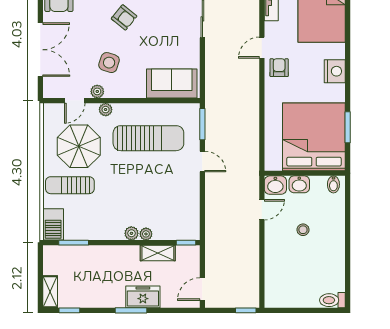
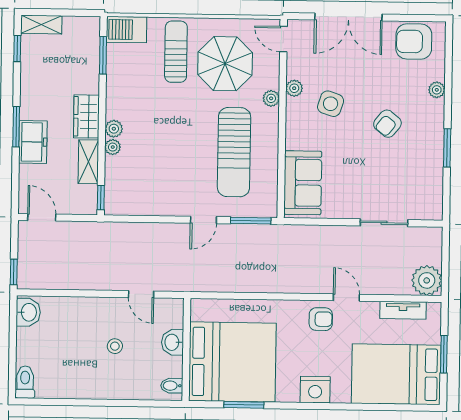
door: (75, 101) -> (283, 39), moved
washbasin: (275, 185) -> (28, 312), moved, turned 180
wardrobe: (122, 255) -> (86, 116), added

